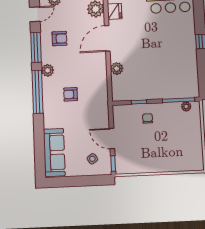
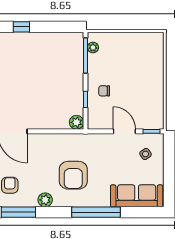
plant: (117, 69) -> (76, 122), moved
window: (37, 92) -> (96, 212), moved
armchair: (71, 94) -> (73, 175), width x1.88, depth x1.88
door: (112, 139) -> (124, 131), swing flipped

